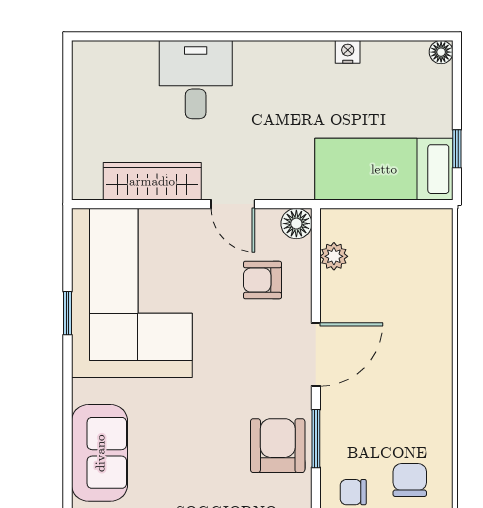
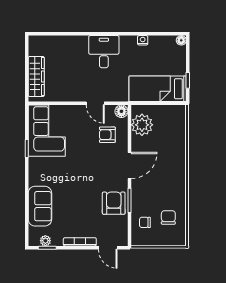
desk: (196, 80) -> (104, 52), moved
wardrobe: (152, 181) -> (36, 77), moved, turned 90
plant: (334, 256) -> (142, 125), width x1.87, depth x1.87
corner sofa: (132, 293) -> (47, 131), width x0.73, depth x0.74

